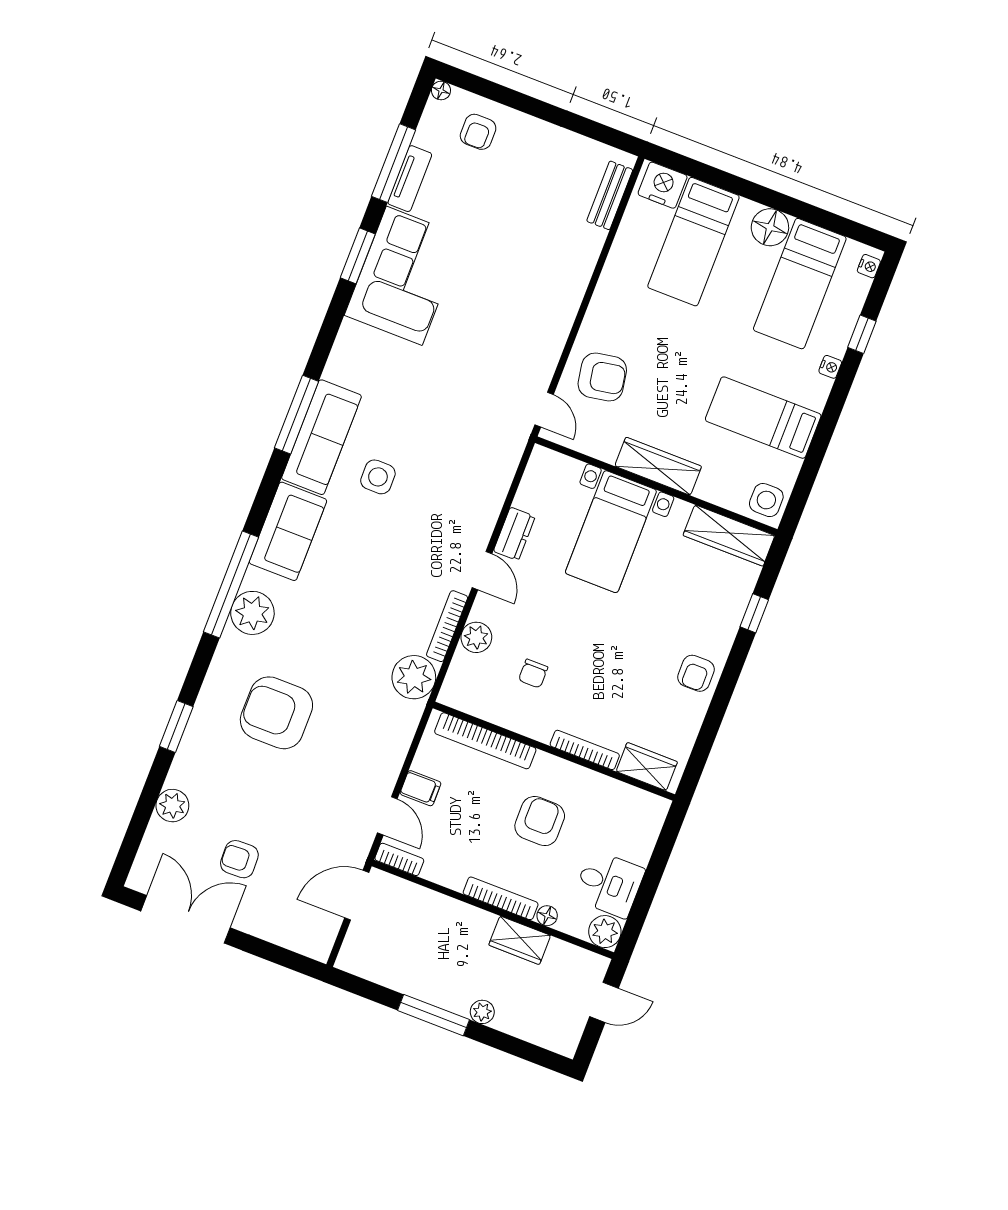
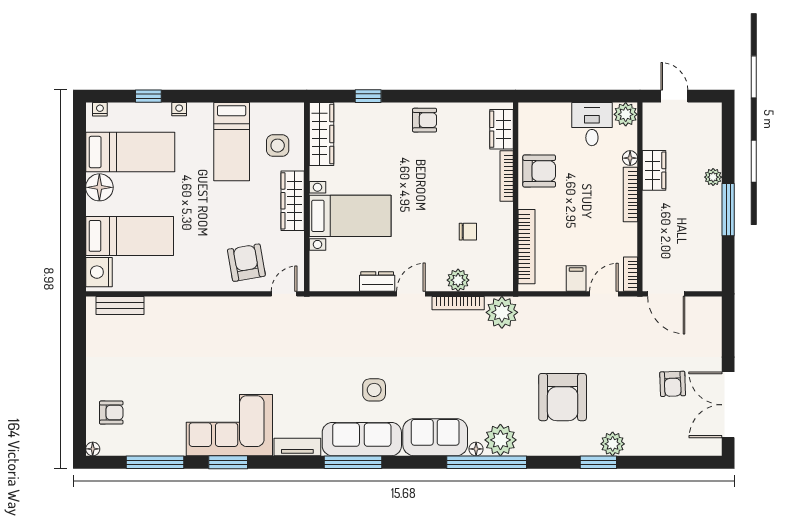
tv unit: (410, 179) -> (297, 447), moved
side table: (766, 500) -> (278, 146), moved
floor lamp: (253, 577) -> (476, 449), added
plant: (172, 806) -> (613, 444), moved
armchair: (540, 821) -> (539, 171), moved, turned 180

